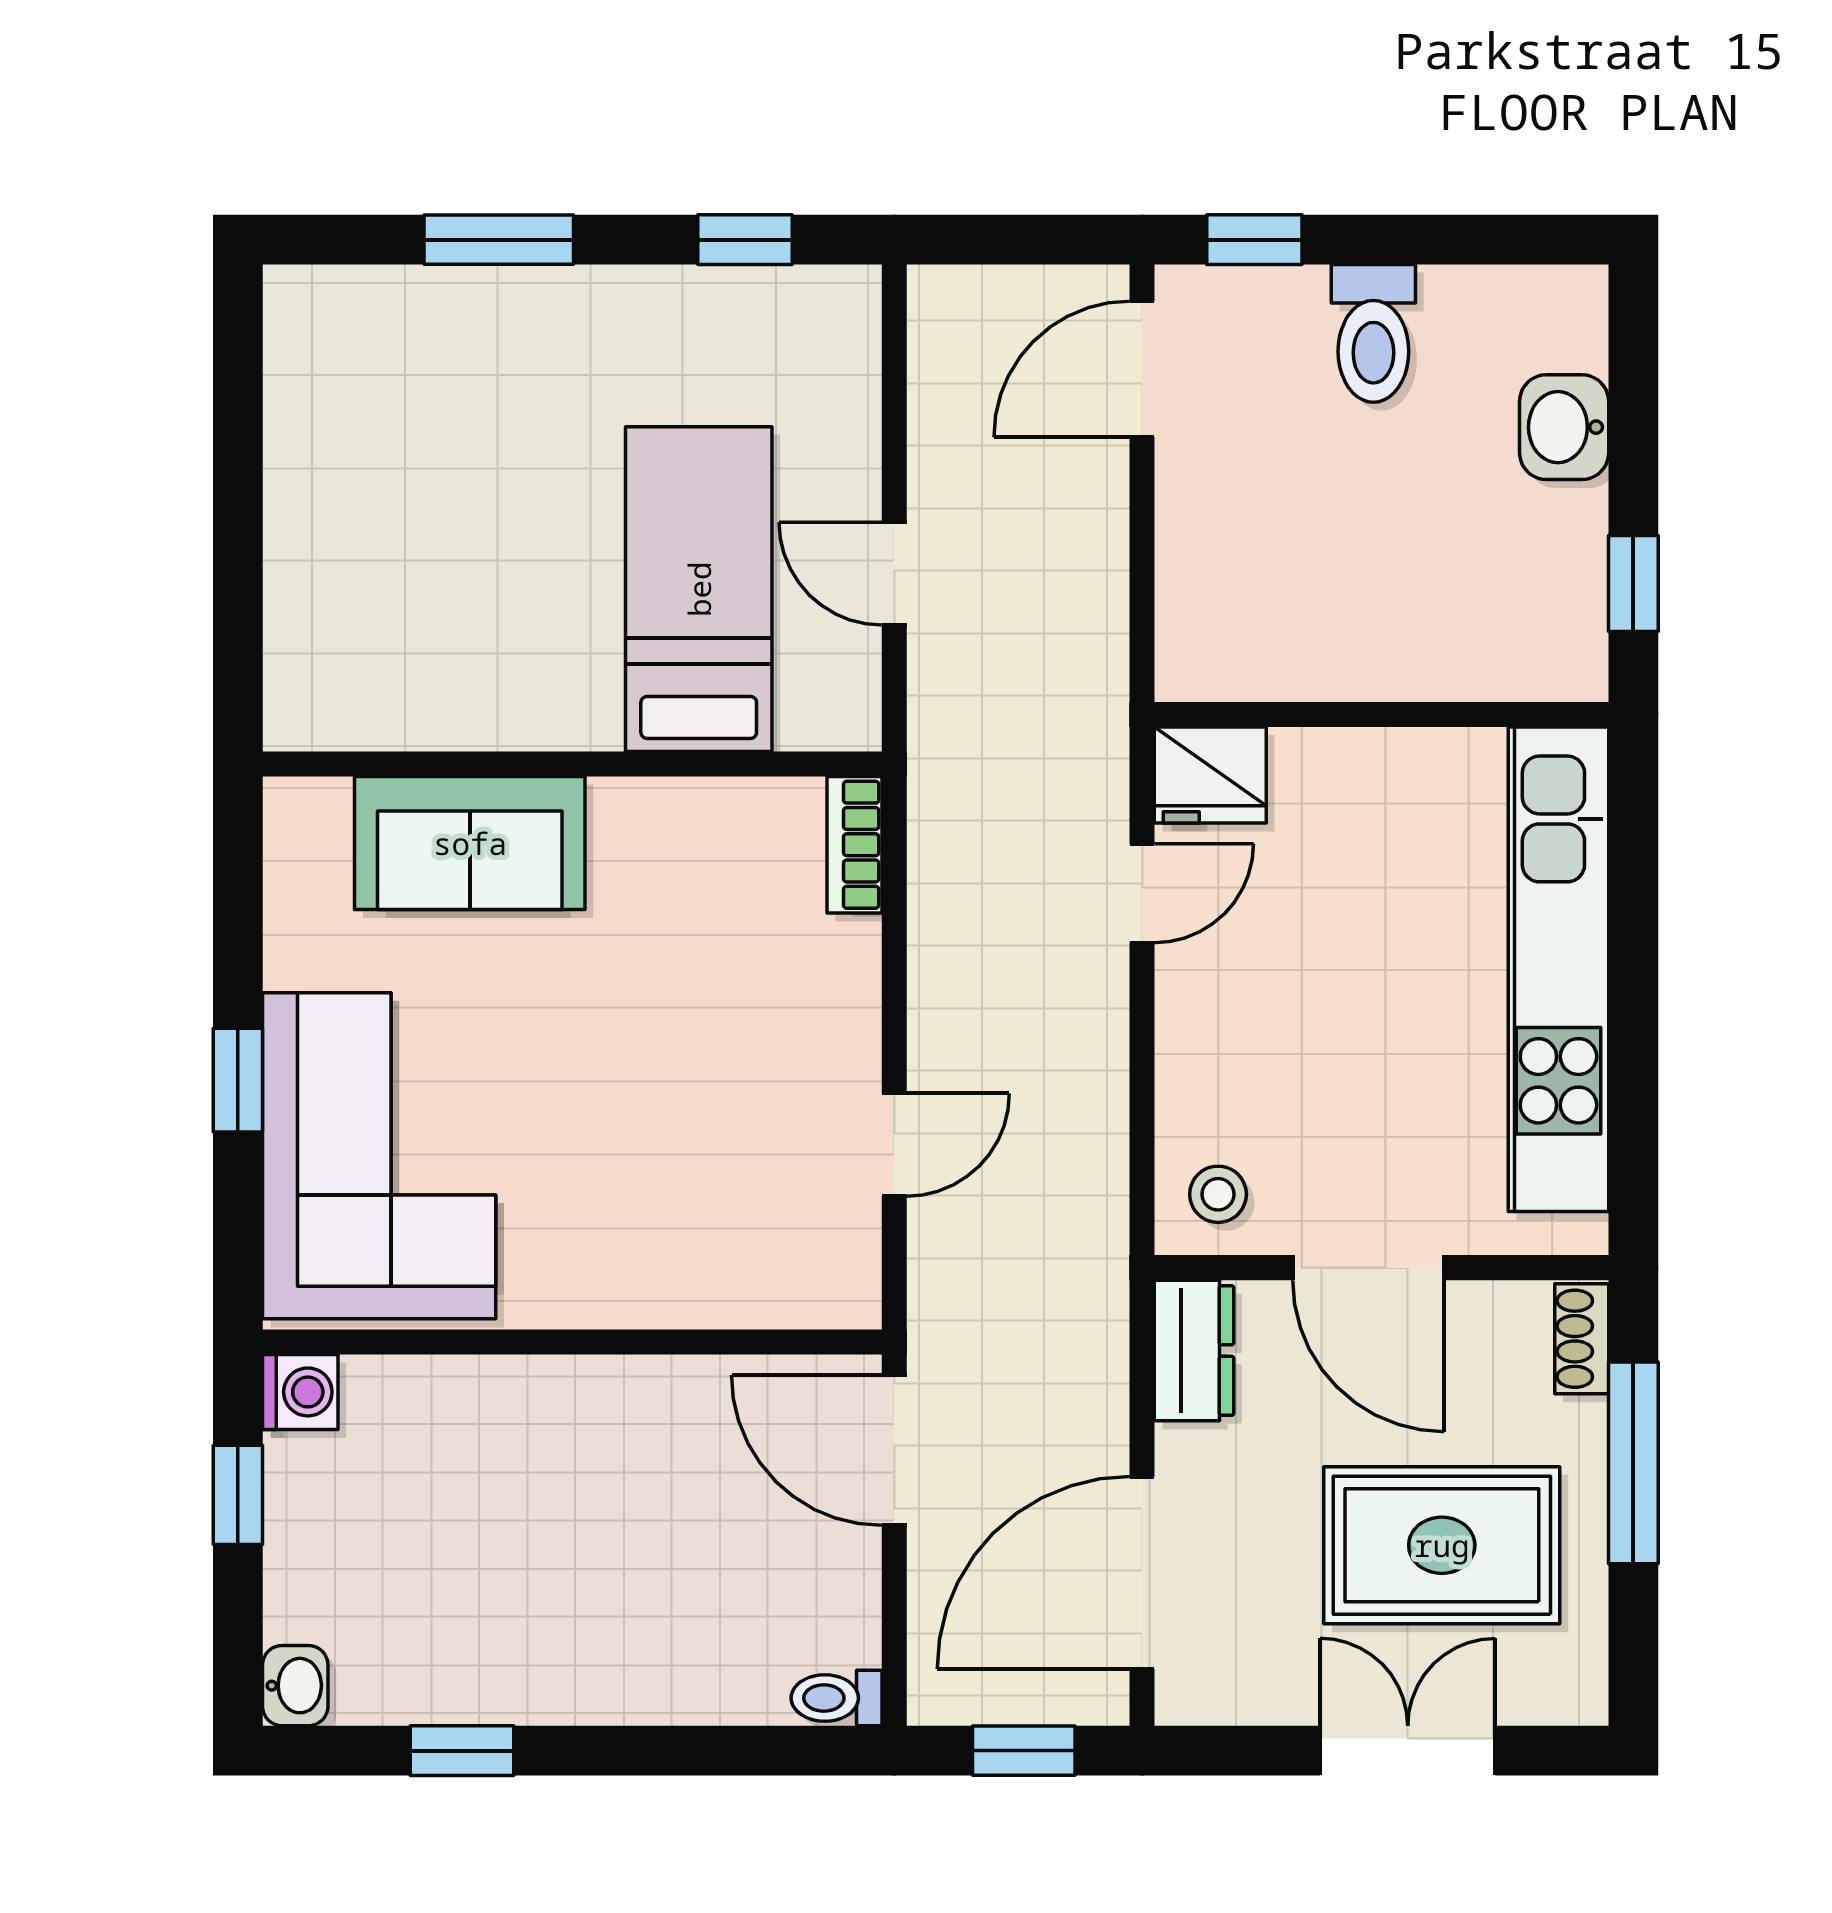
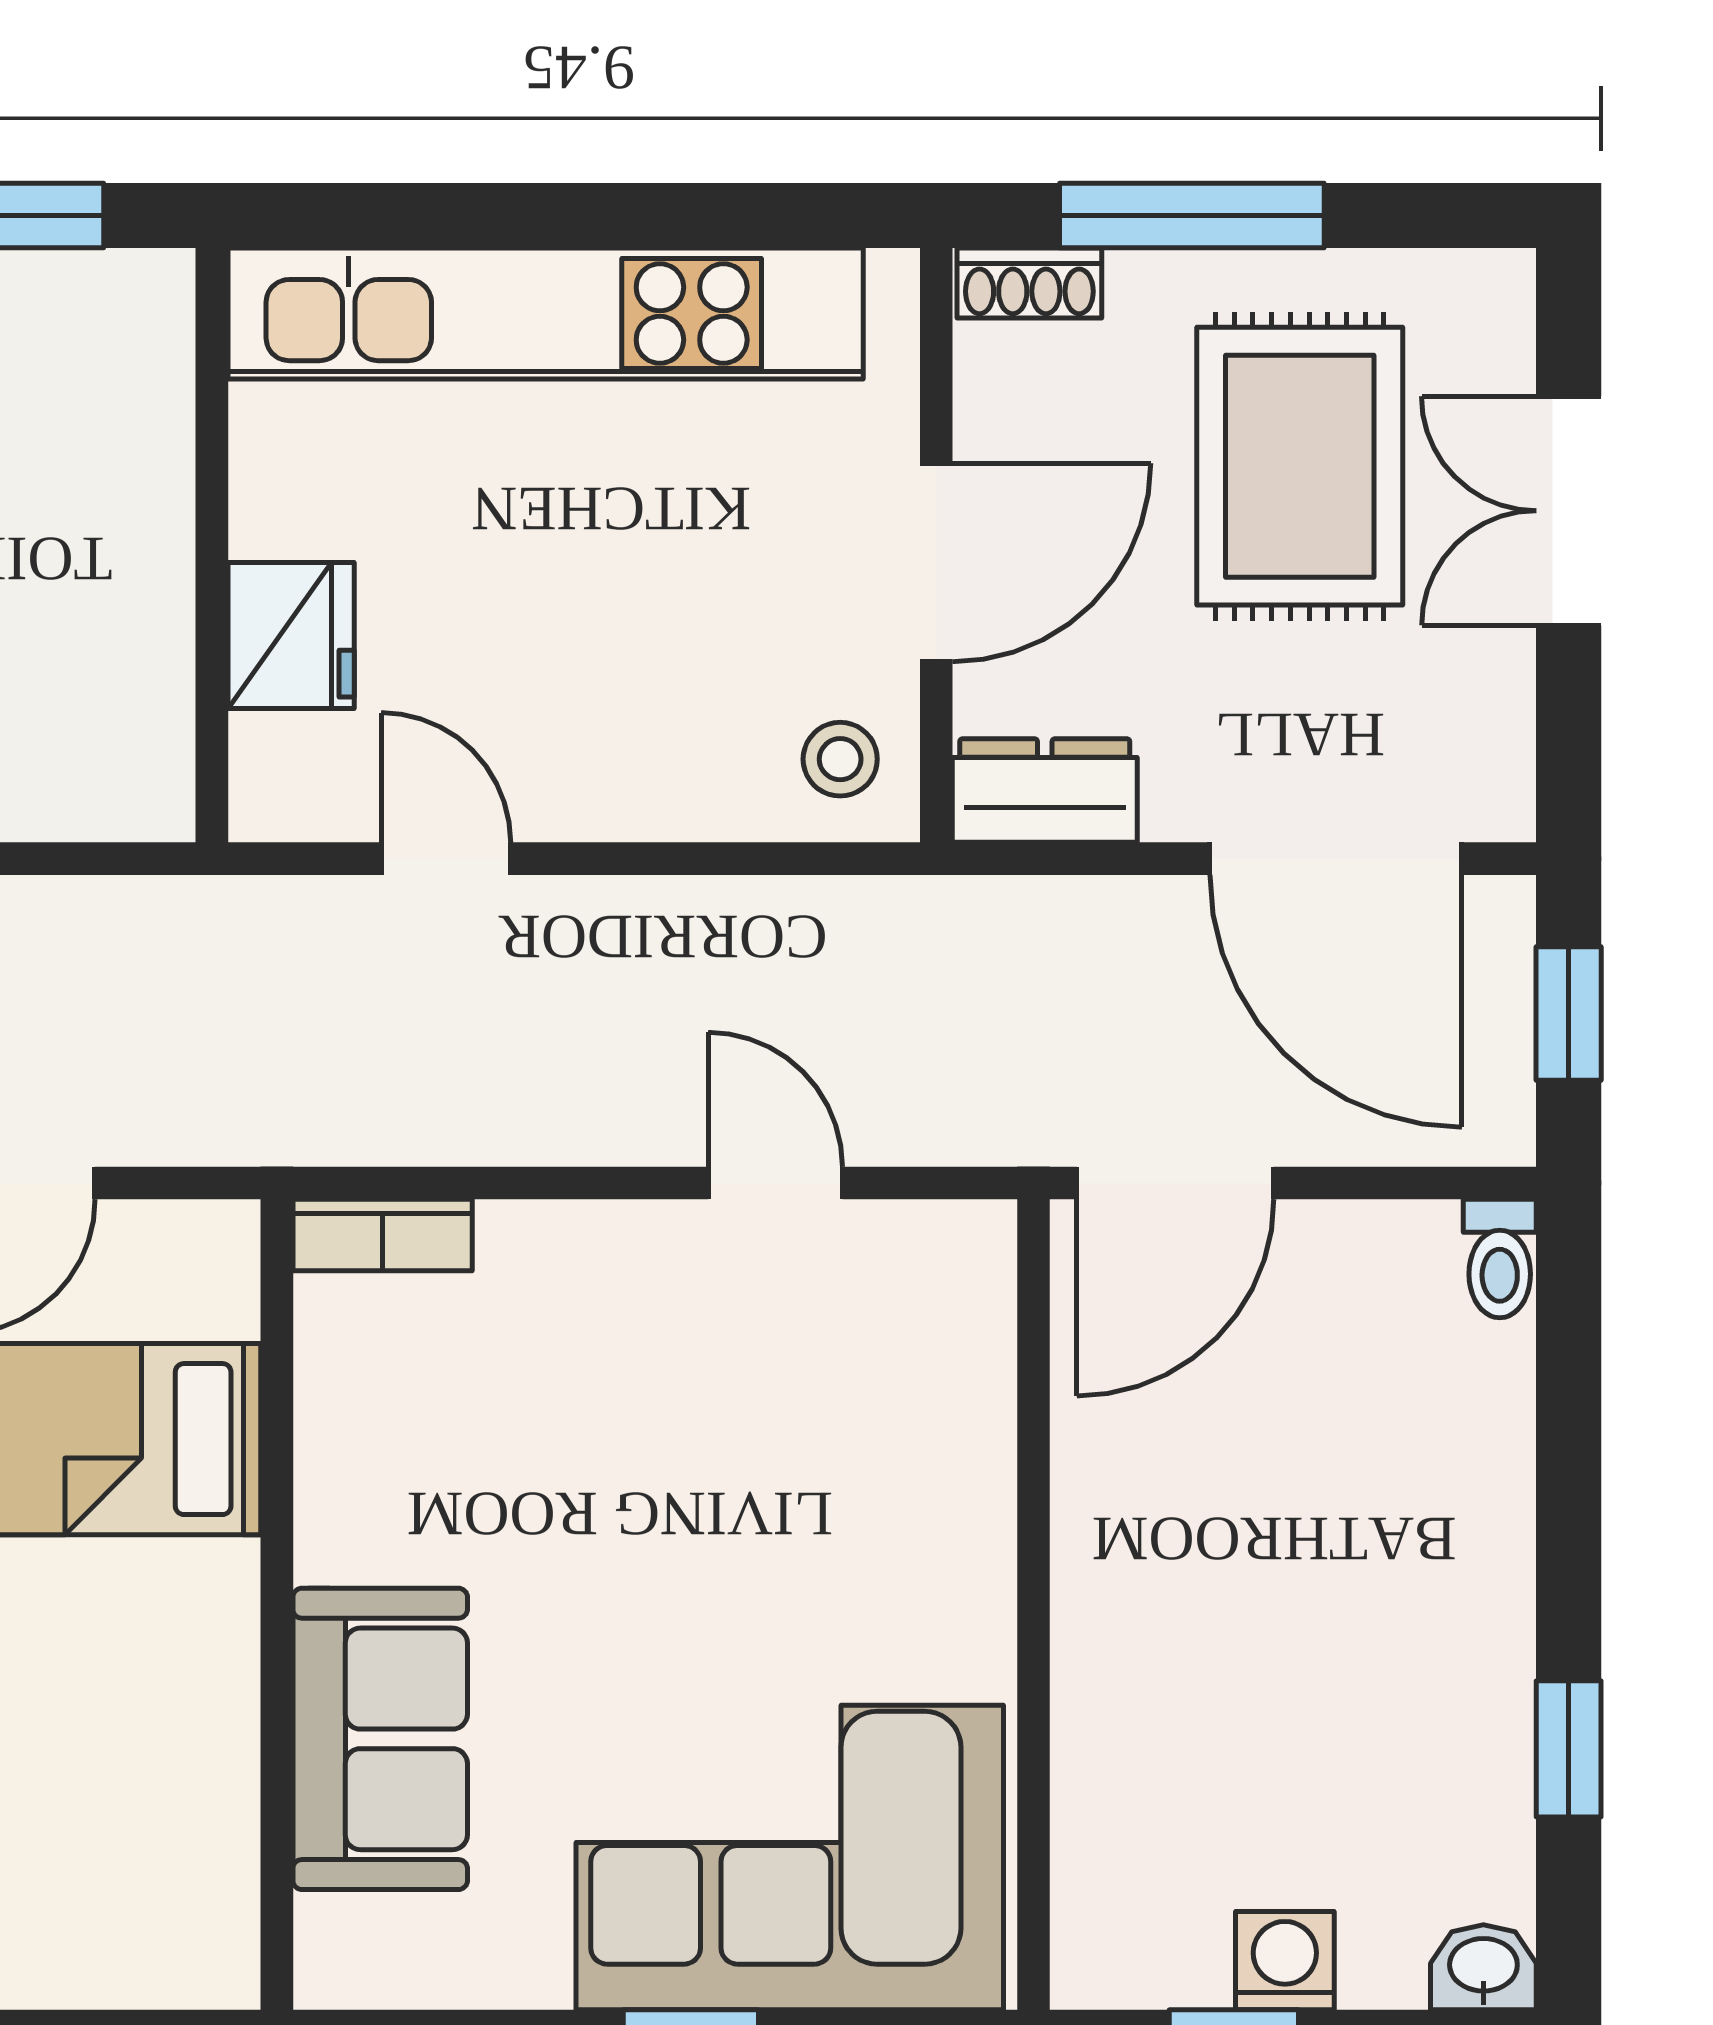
fridge: (1210, 775) -> (291, 636), moved
washing machine: (300, 1392) -> (1285, 1961), moved

